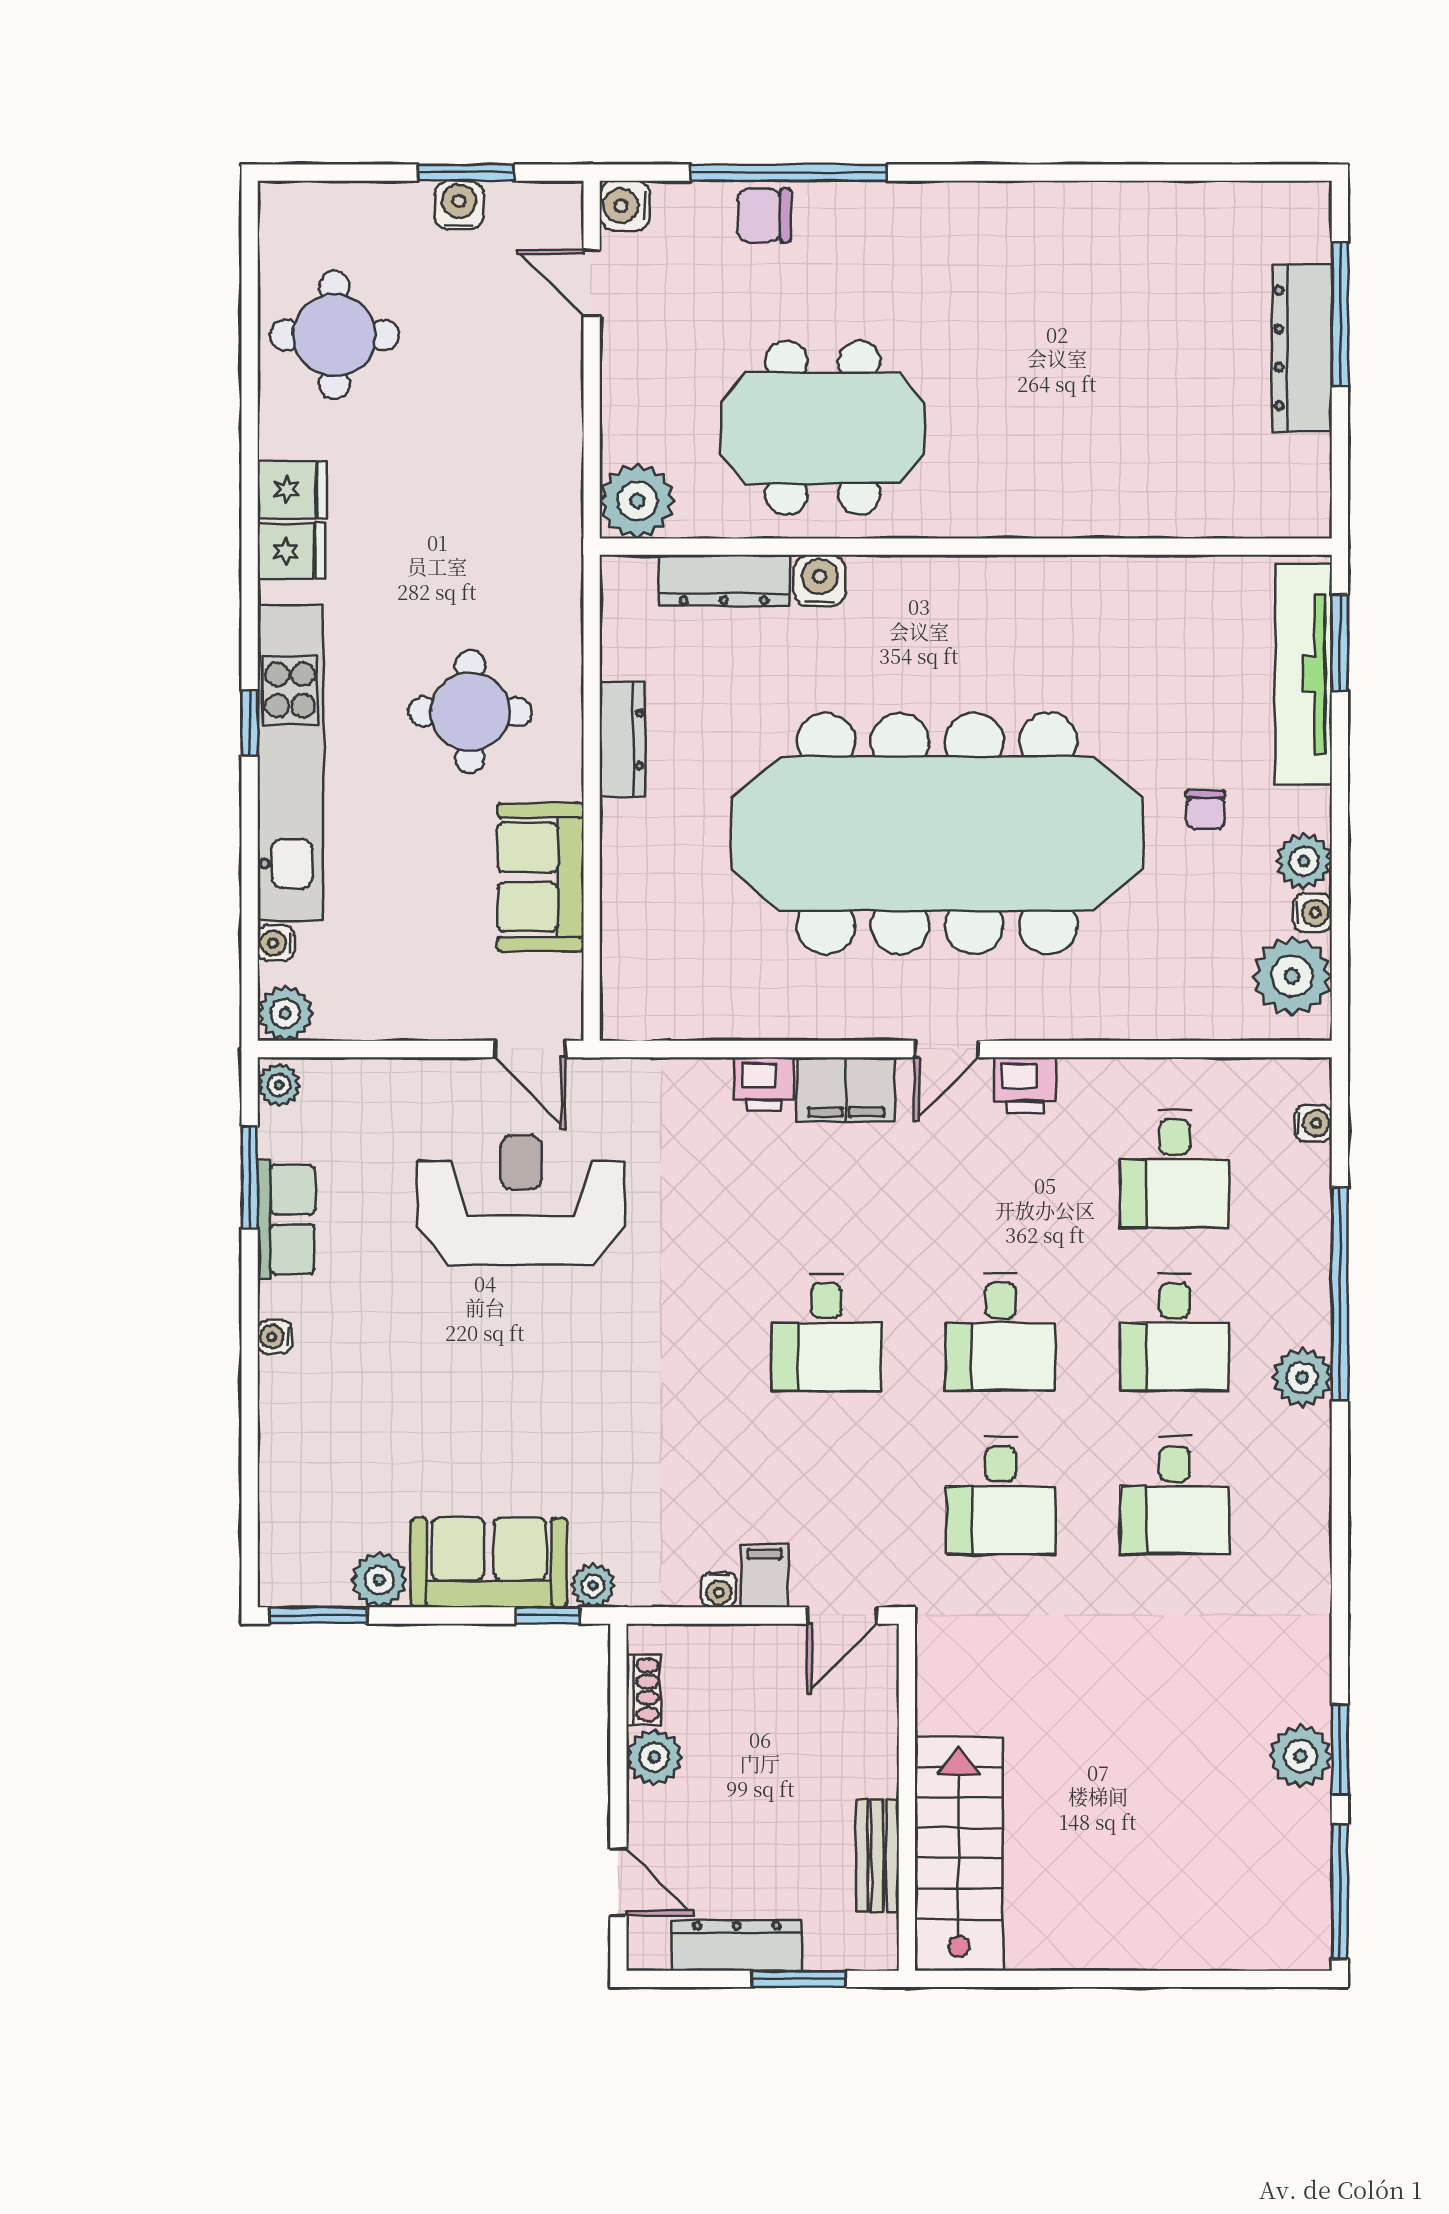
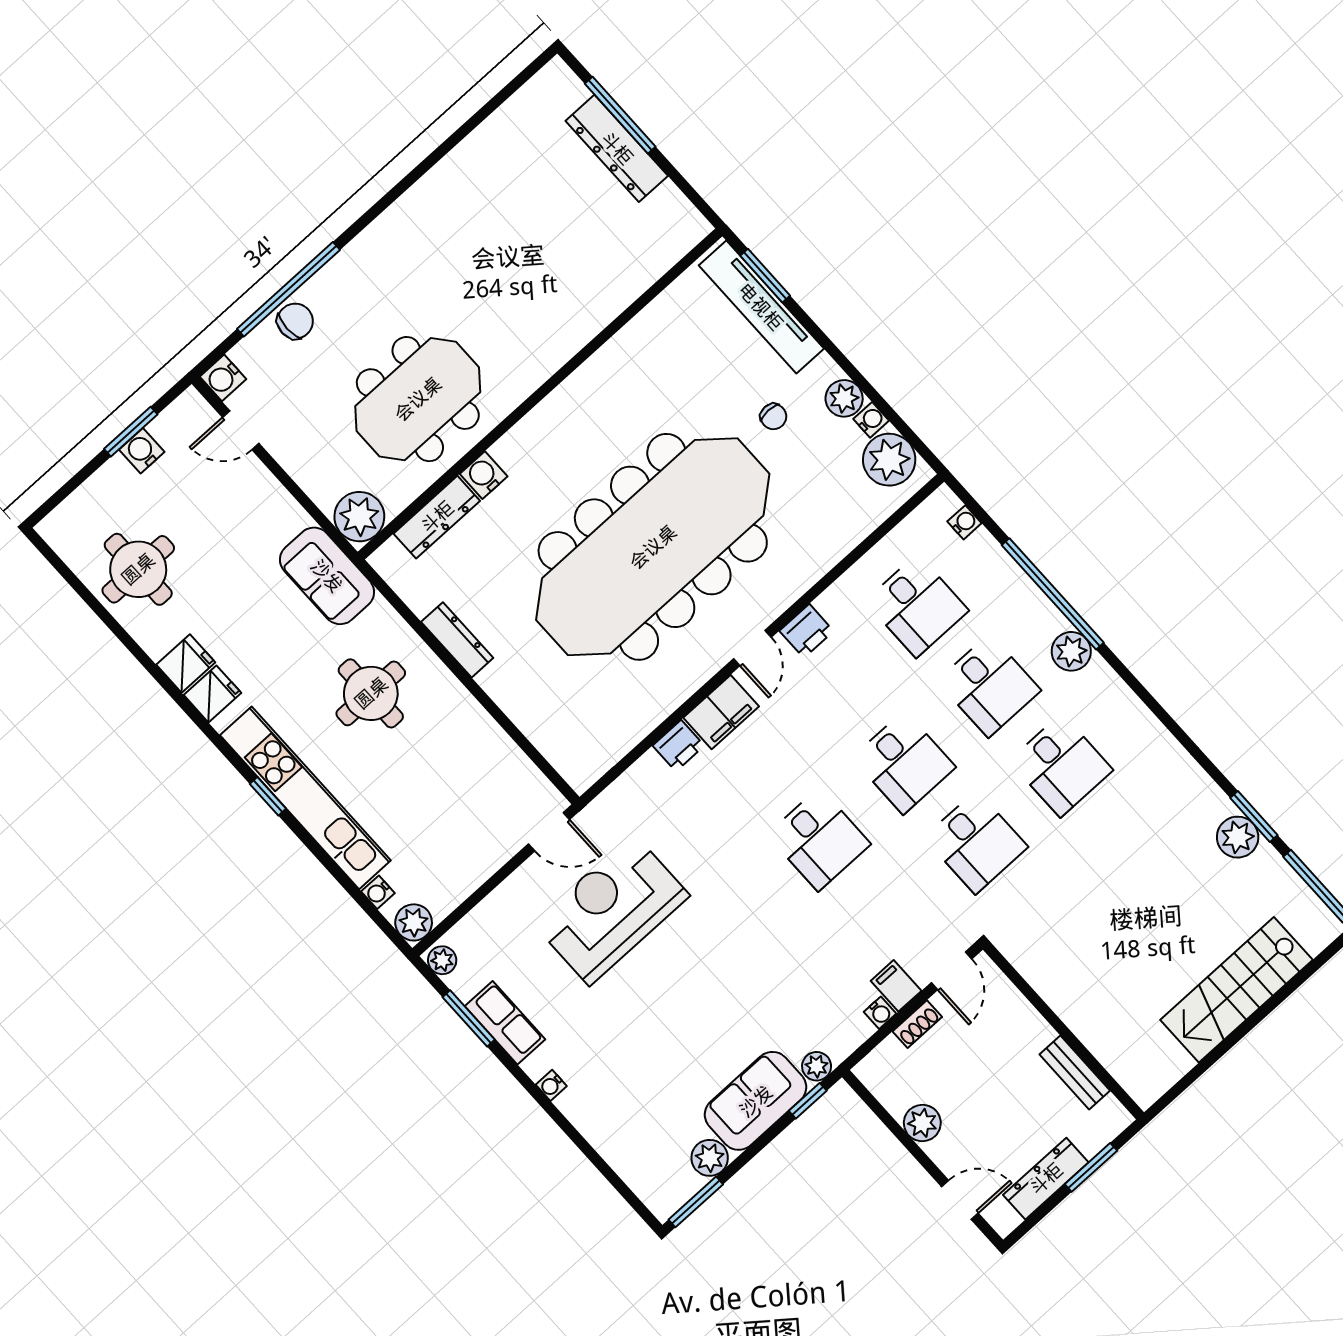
chair: (764, 215) -> (295, 321), turned 180
sofa: (541, 877) -> (327, 576), moved
shoe rack: (644, 1690) -> (917, 1024), moved, turned 90
stairs: (959, 1853) -> (1236, 990), moved, turned -90

